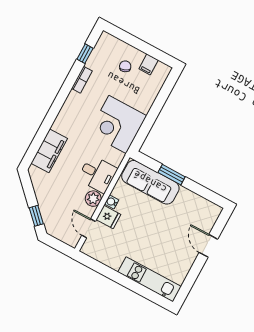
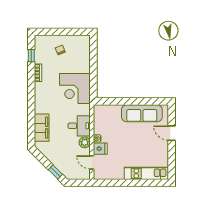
filing cabinet: (149, 64) -> (74, 41), removed
window: (172, 175) -> (125, 101), removed
sofa: (150, 182) -> (142, 113), moved

